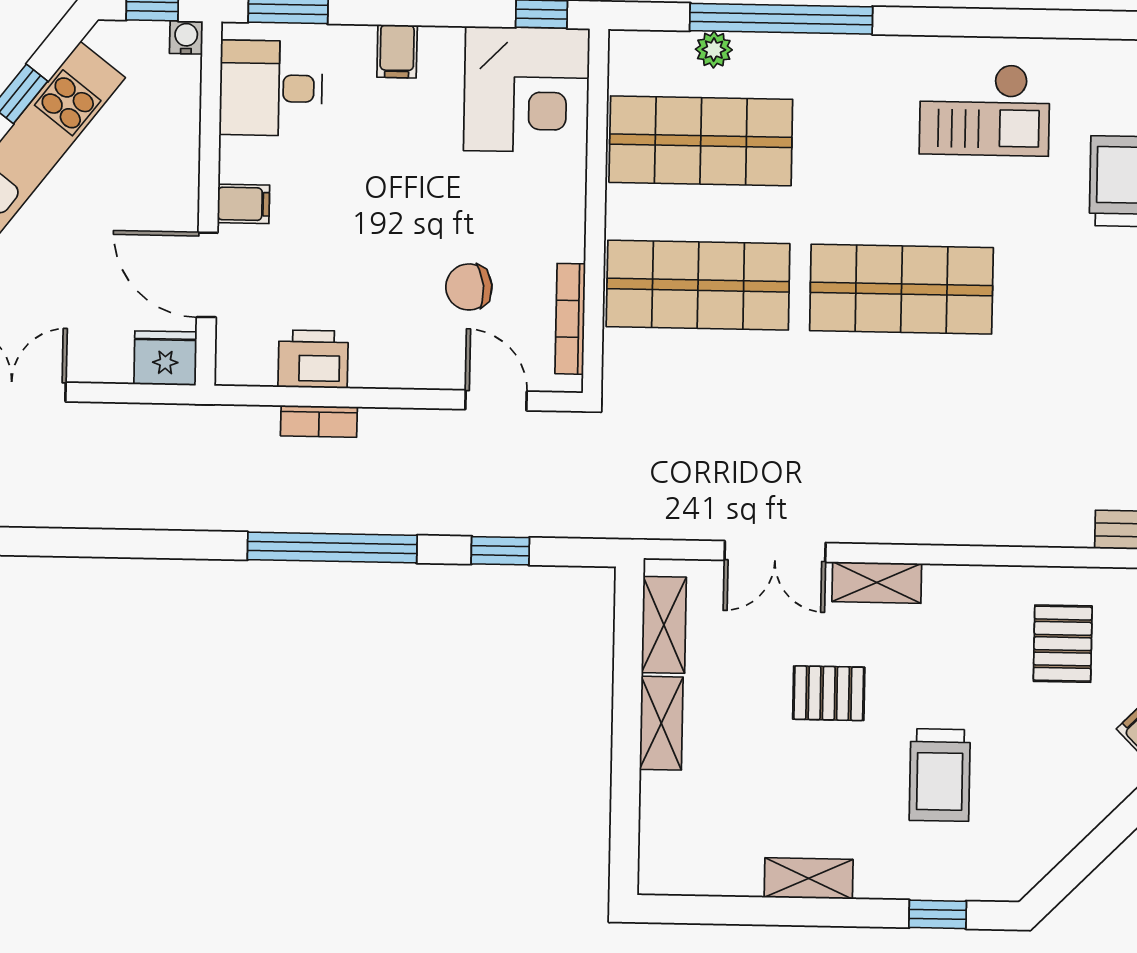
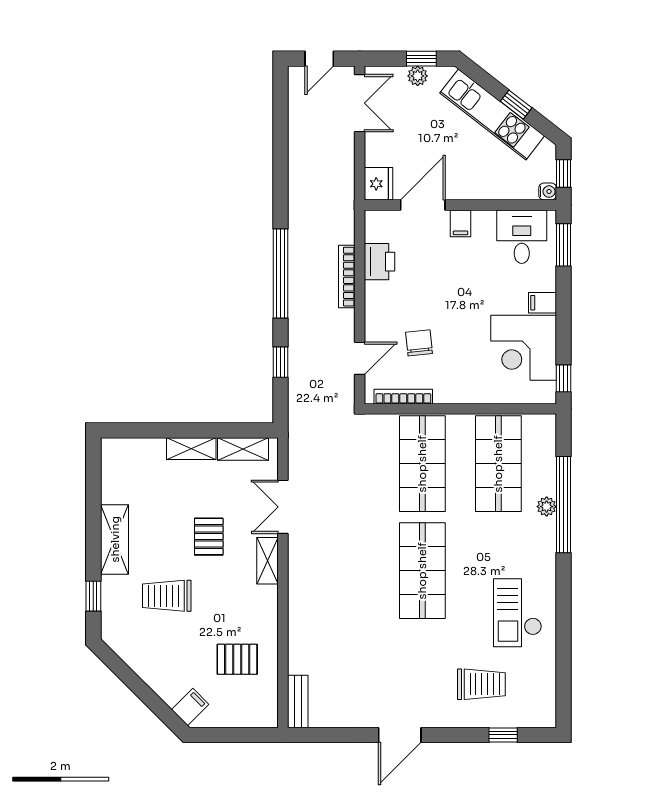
plant: (714, 50) -> (547, 507), moved
corner desk: (527, 90) -> (524, 348), moved
bookcase: (319, 421) -> (347, 277), width x1.56
shelving: (809, 878) -> (115, 539), width x1.50, depth x1.33

